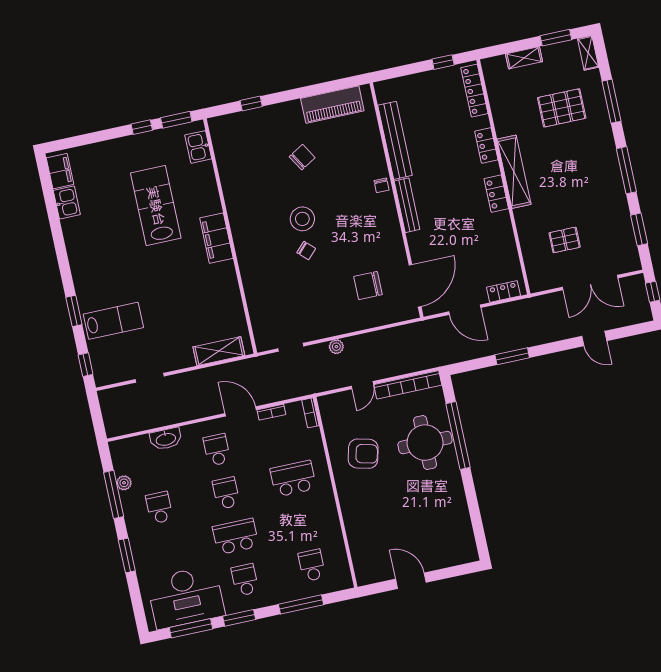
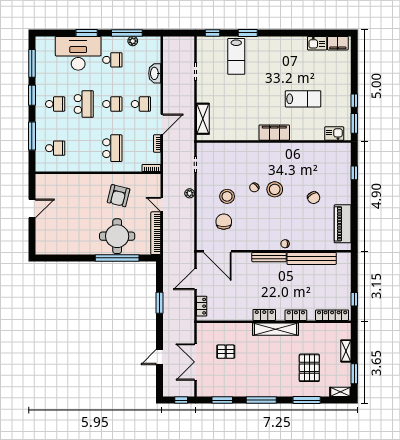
lab bench: (156, 206) -> (303, 99), width x0.73, depth x0.72
pallet: (565, 240) -> (226, 352), turned 90
stool: (329, 289) -> (227, 196), added
desk: (186, 597) -> (78, 53), moved, turned 90

